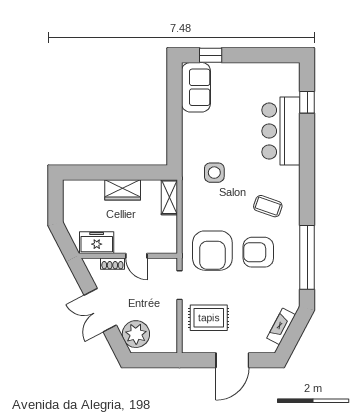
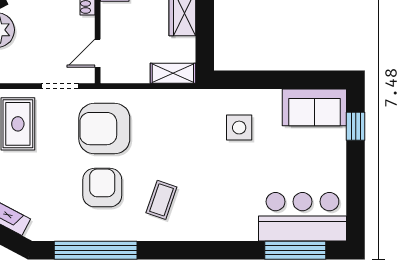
window: (307, 102) -> (295, 250), width x2.17
bar counter: (281, 131) -> (302, 217), moved
side table: (214, 173) -> (239, 128), moved
door: (136, 256) -> (98, 53), moved

